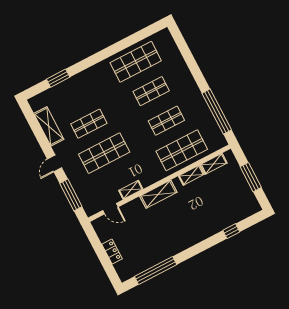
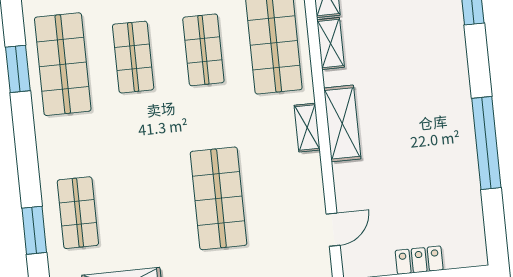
window: (126, 43) -> (18, 69), added
shop shelf: (89, 124) -> (78, 213), moved
shelving: (131, 190) -> (307, 128), moved
window: (156, 271) -> (486, 143), moved

